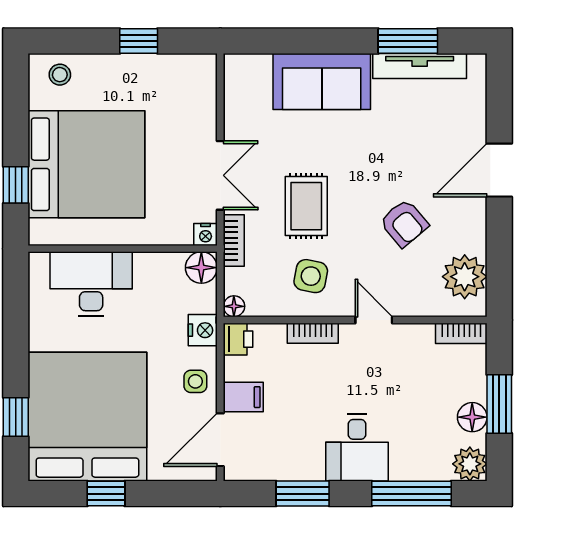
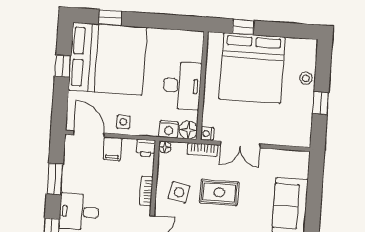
stool: (60, 75) -> (306, 78), moved
desk: (91, 284) -> (182, 86), moved
nightstand: (203, 330) -> (169, 129), moved

